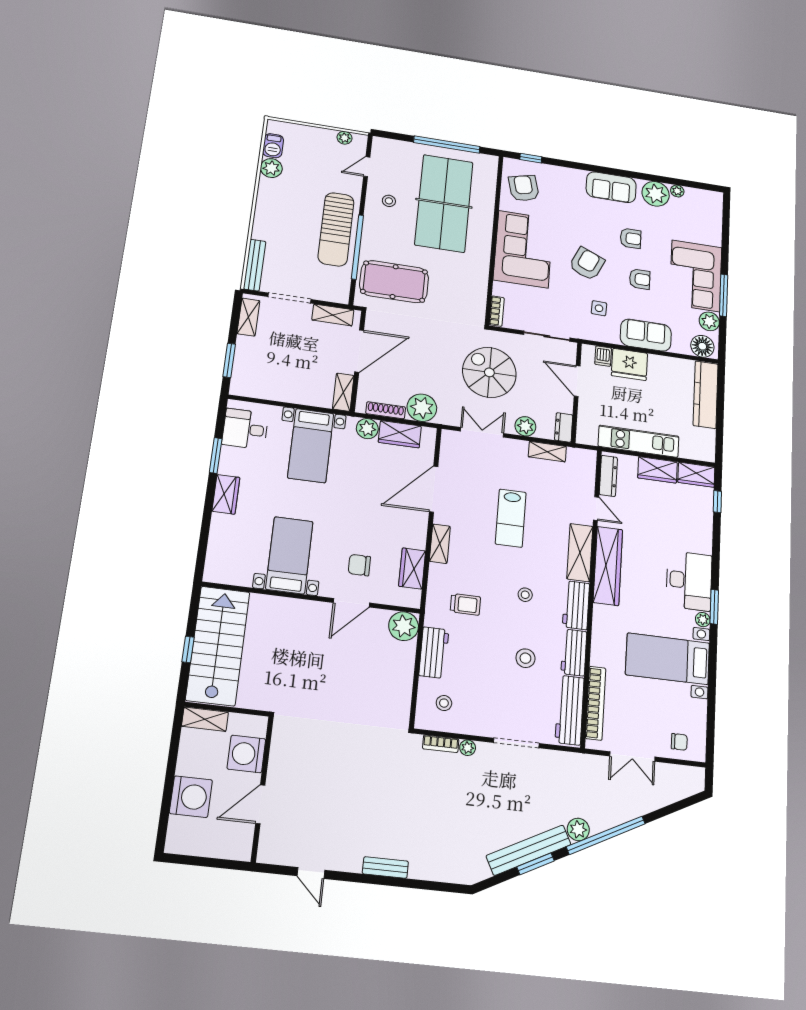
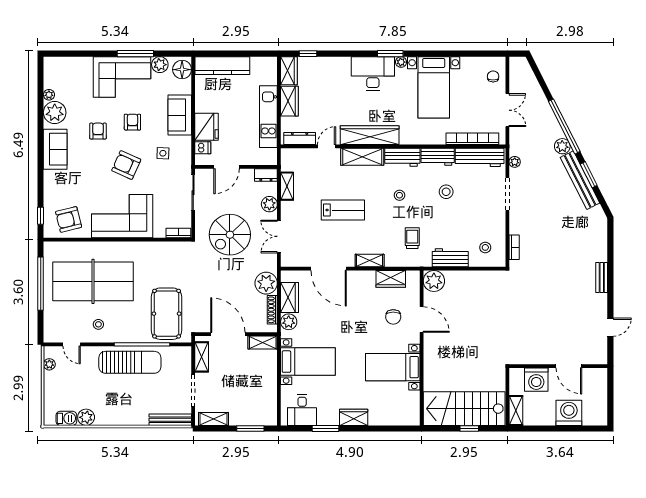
plant: (468, 748) -> (515, 162), moved

